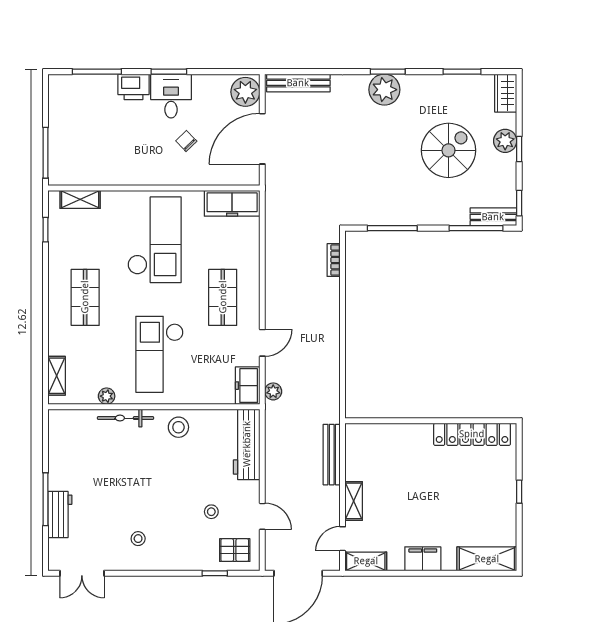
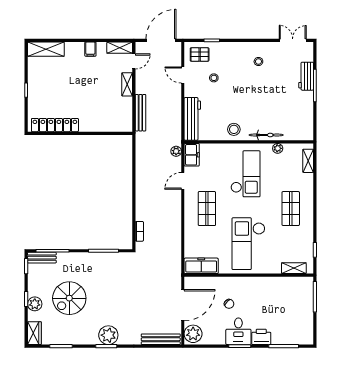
filing cabinet: (423, 559) -> (90, 49), width x0.50

